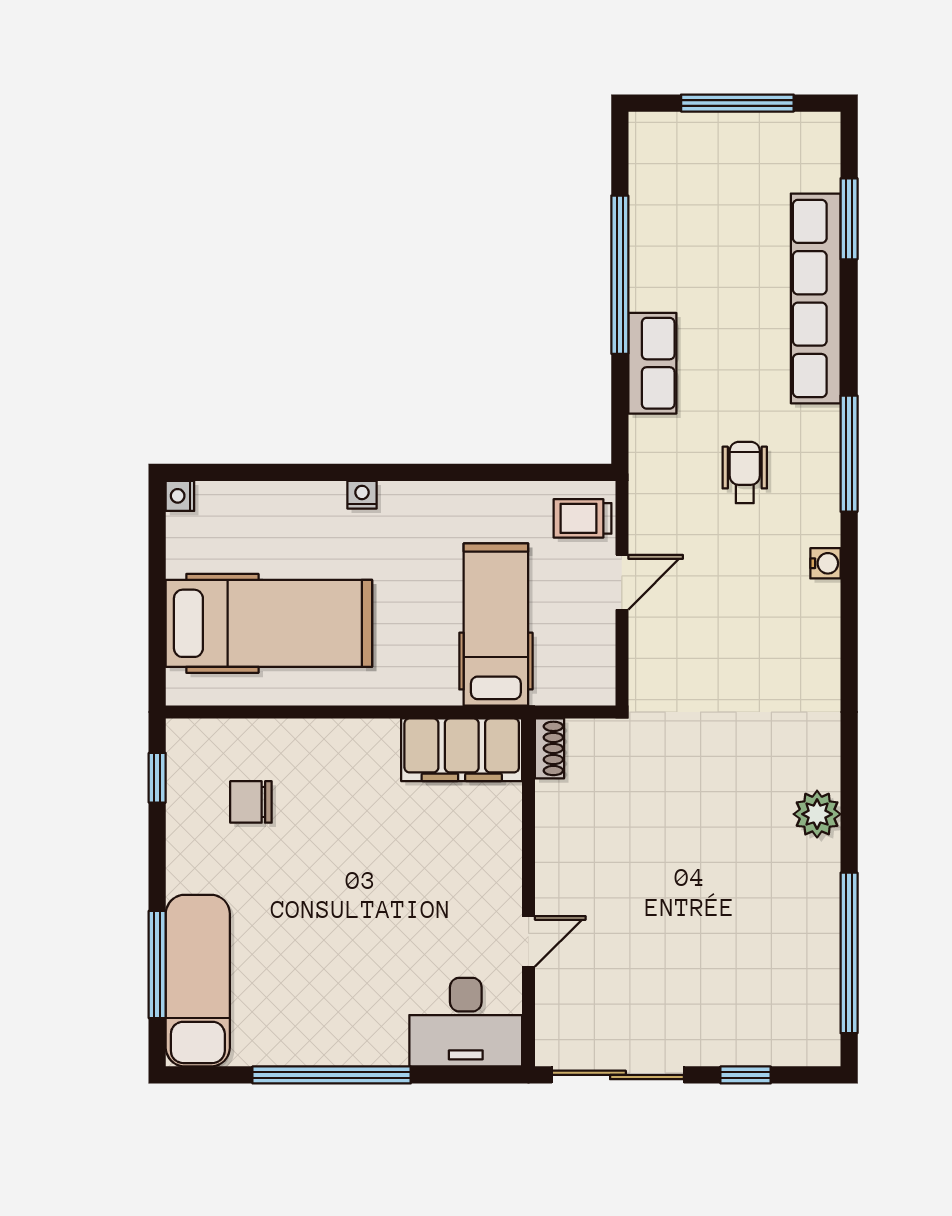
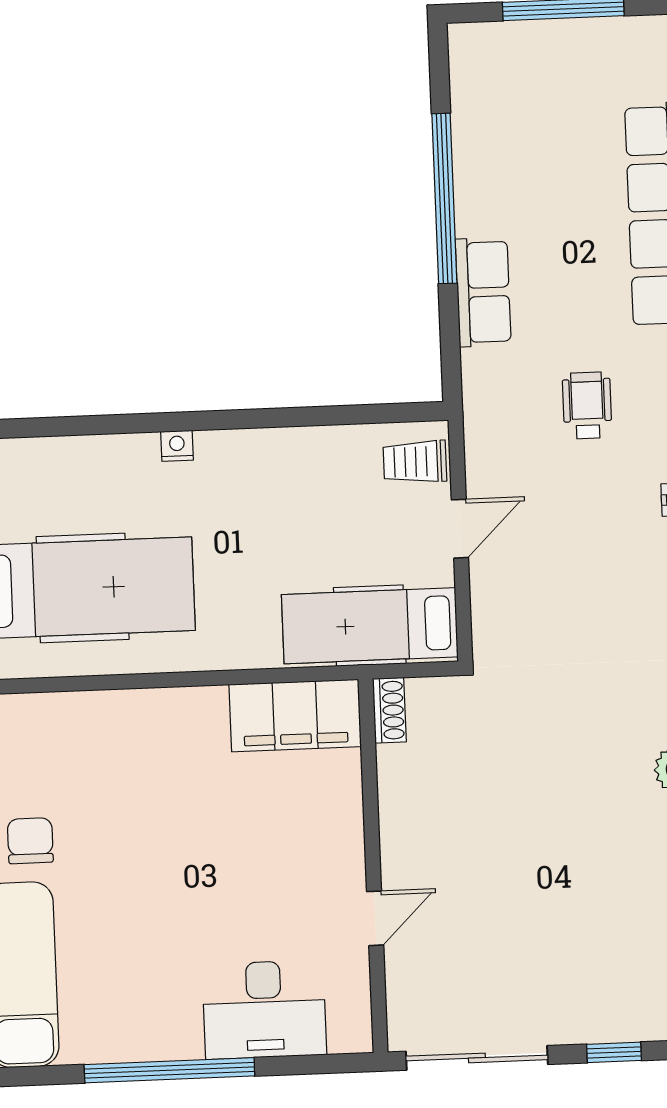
hospital bed: (496, 625) -> (370, 626), moved, turned -90
chair: (251, 802) -> (30, 841), moved, turned 90
desk: (466, 1022) -> (264, 1010), moved

